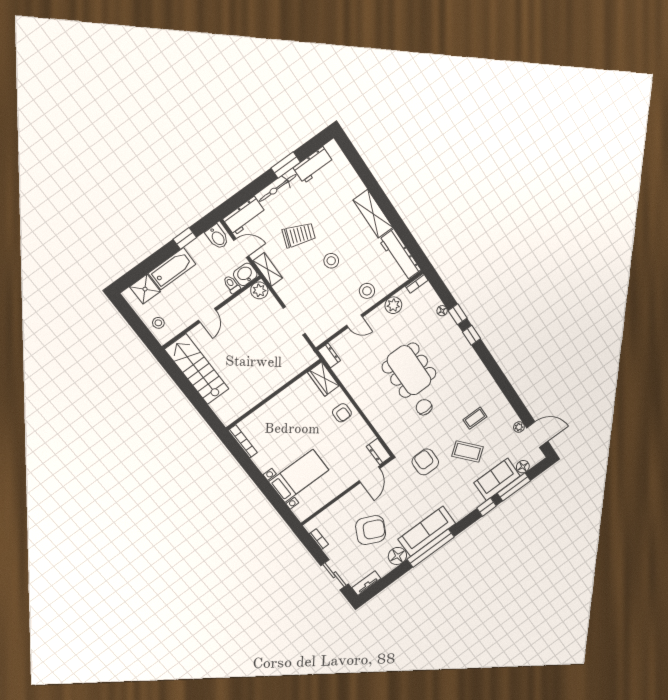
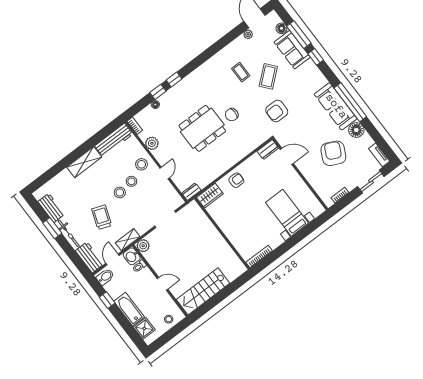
stool: (345, 277) -> (131, 181), added

